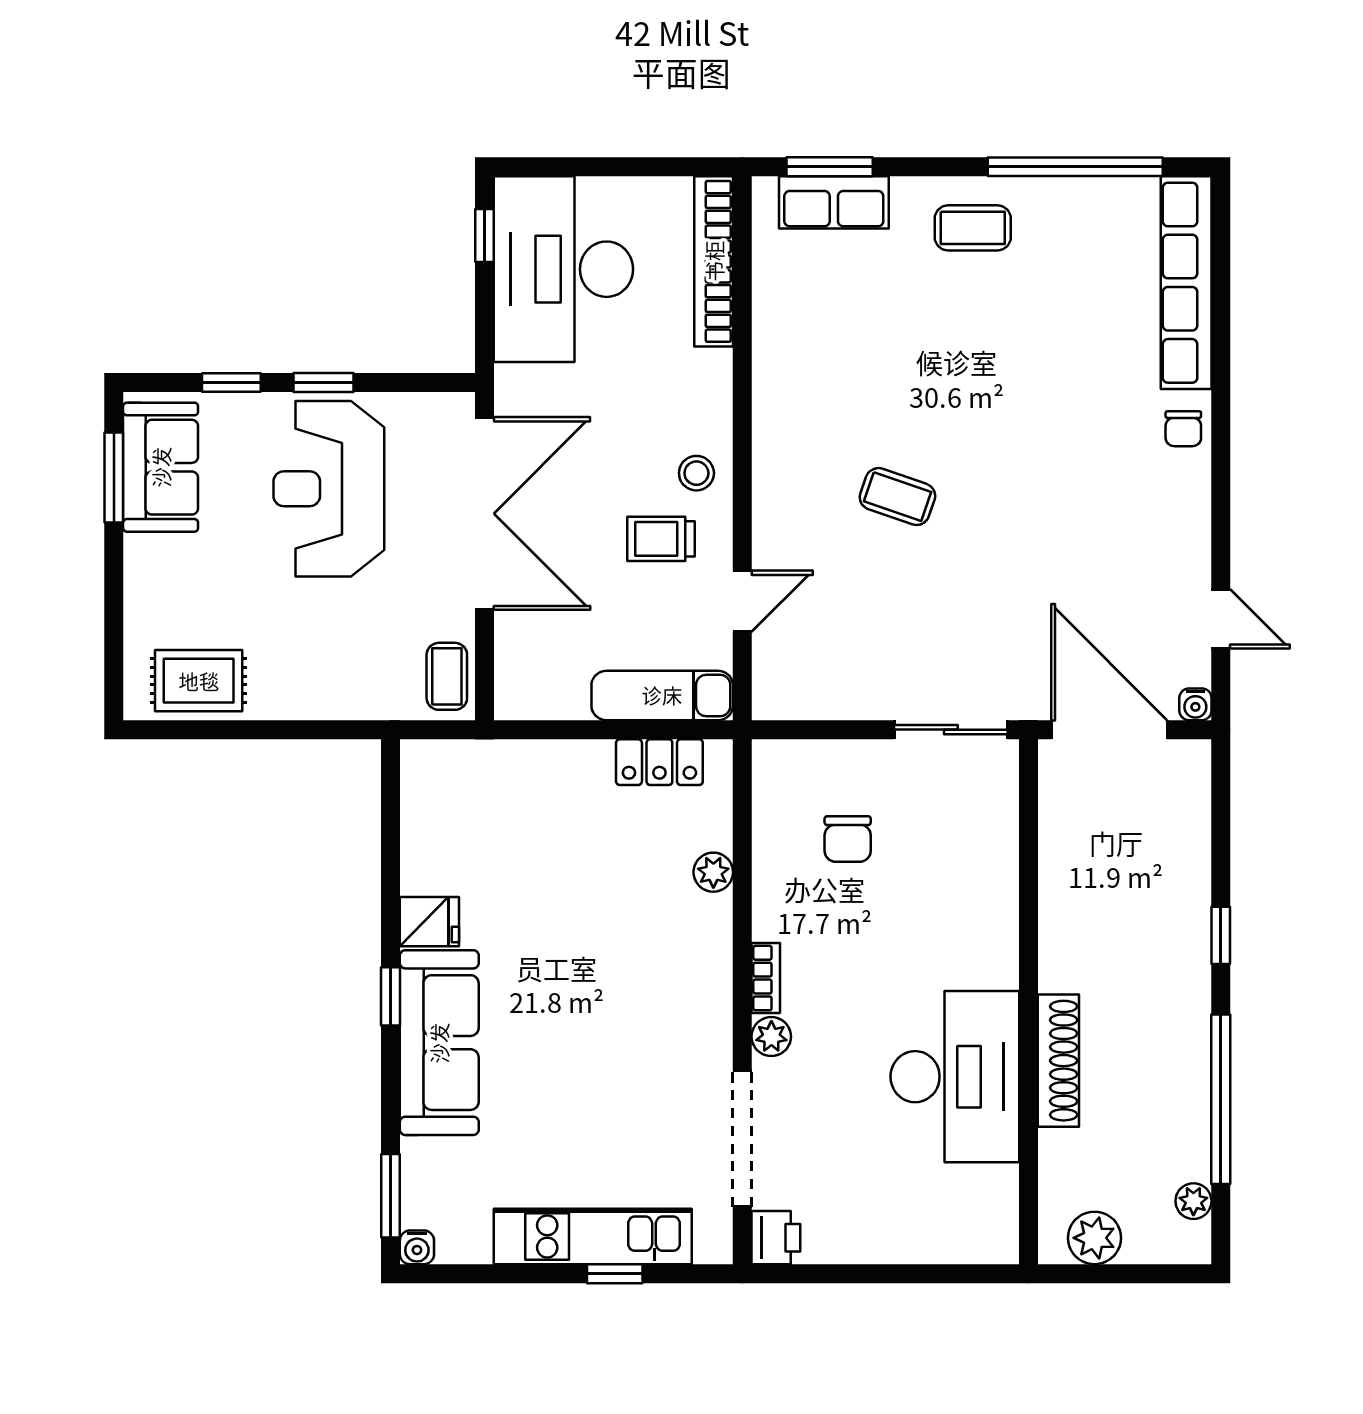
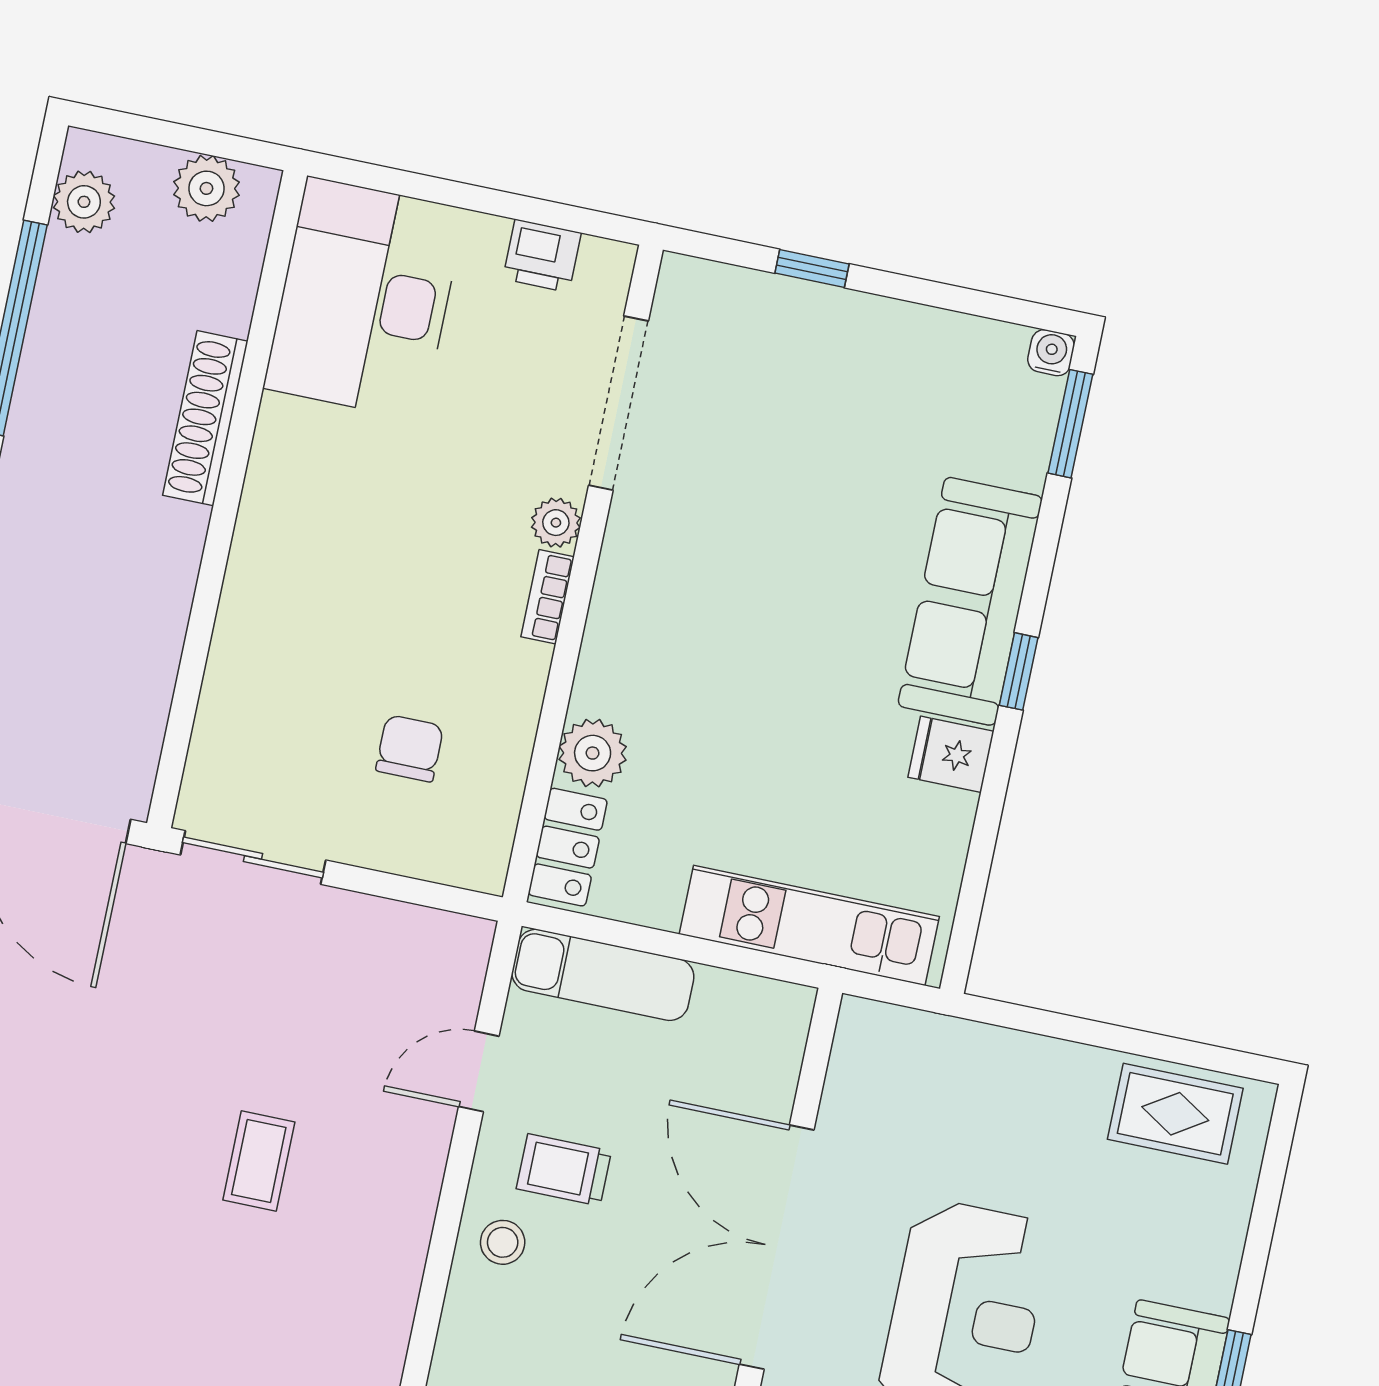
coffee table: (897, 497) -> (259, 1161), turned 71
trolley: (661, 539) -> (564, 1170), turned 180
coffee table: (447, 676) -> (866, 1055), removed
locker: (659, 762) -> (568, 847), moved, turned 90
plant: (713, 872) -> (593, 753), width x1.38, depth x1.38
desk: (955, 1077) -> (365, 298), moved
plant: (1193, 1201) -> (84, 202), width x1.38, depth x1.38
kitchen unit: (593, 1236) -> (809, 925), moved, turned 180
printer: (776, 1238) -> (542, 256), moved, turned -90

